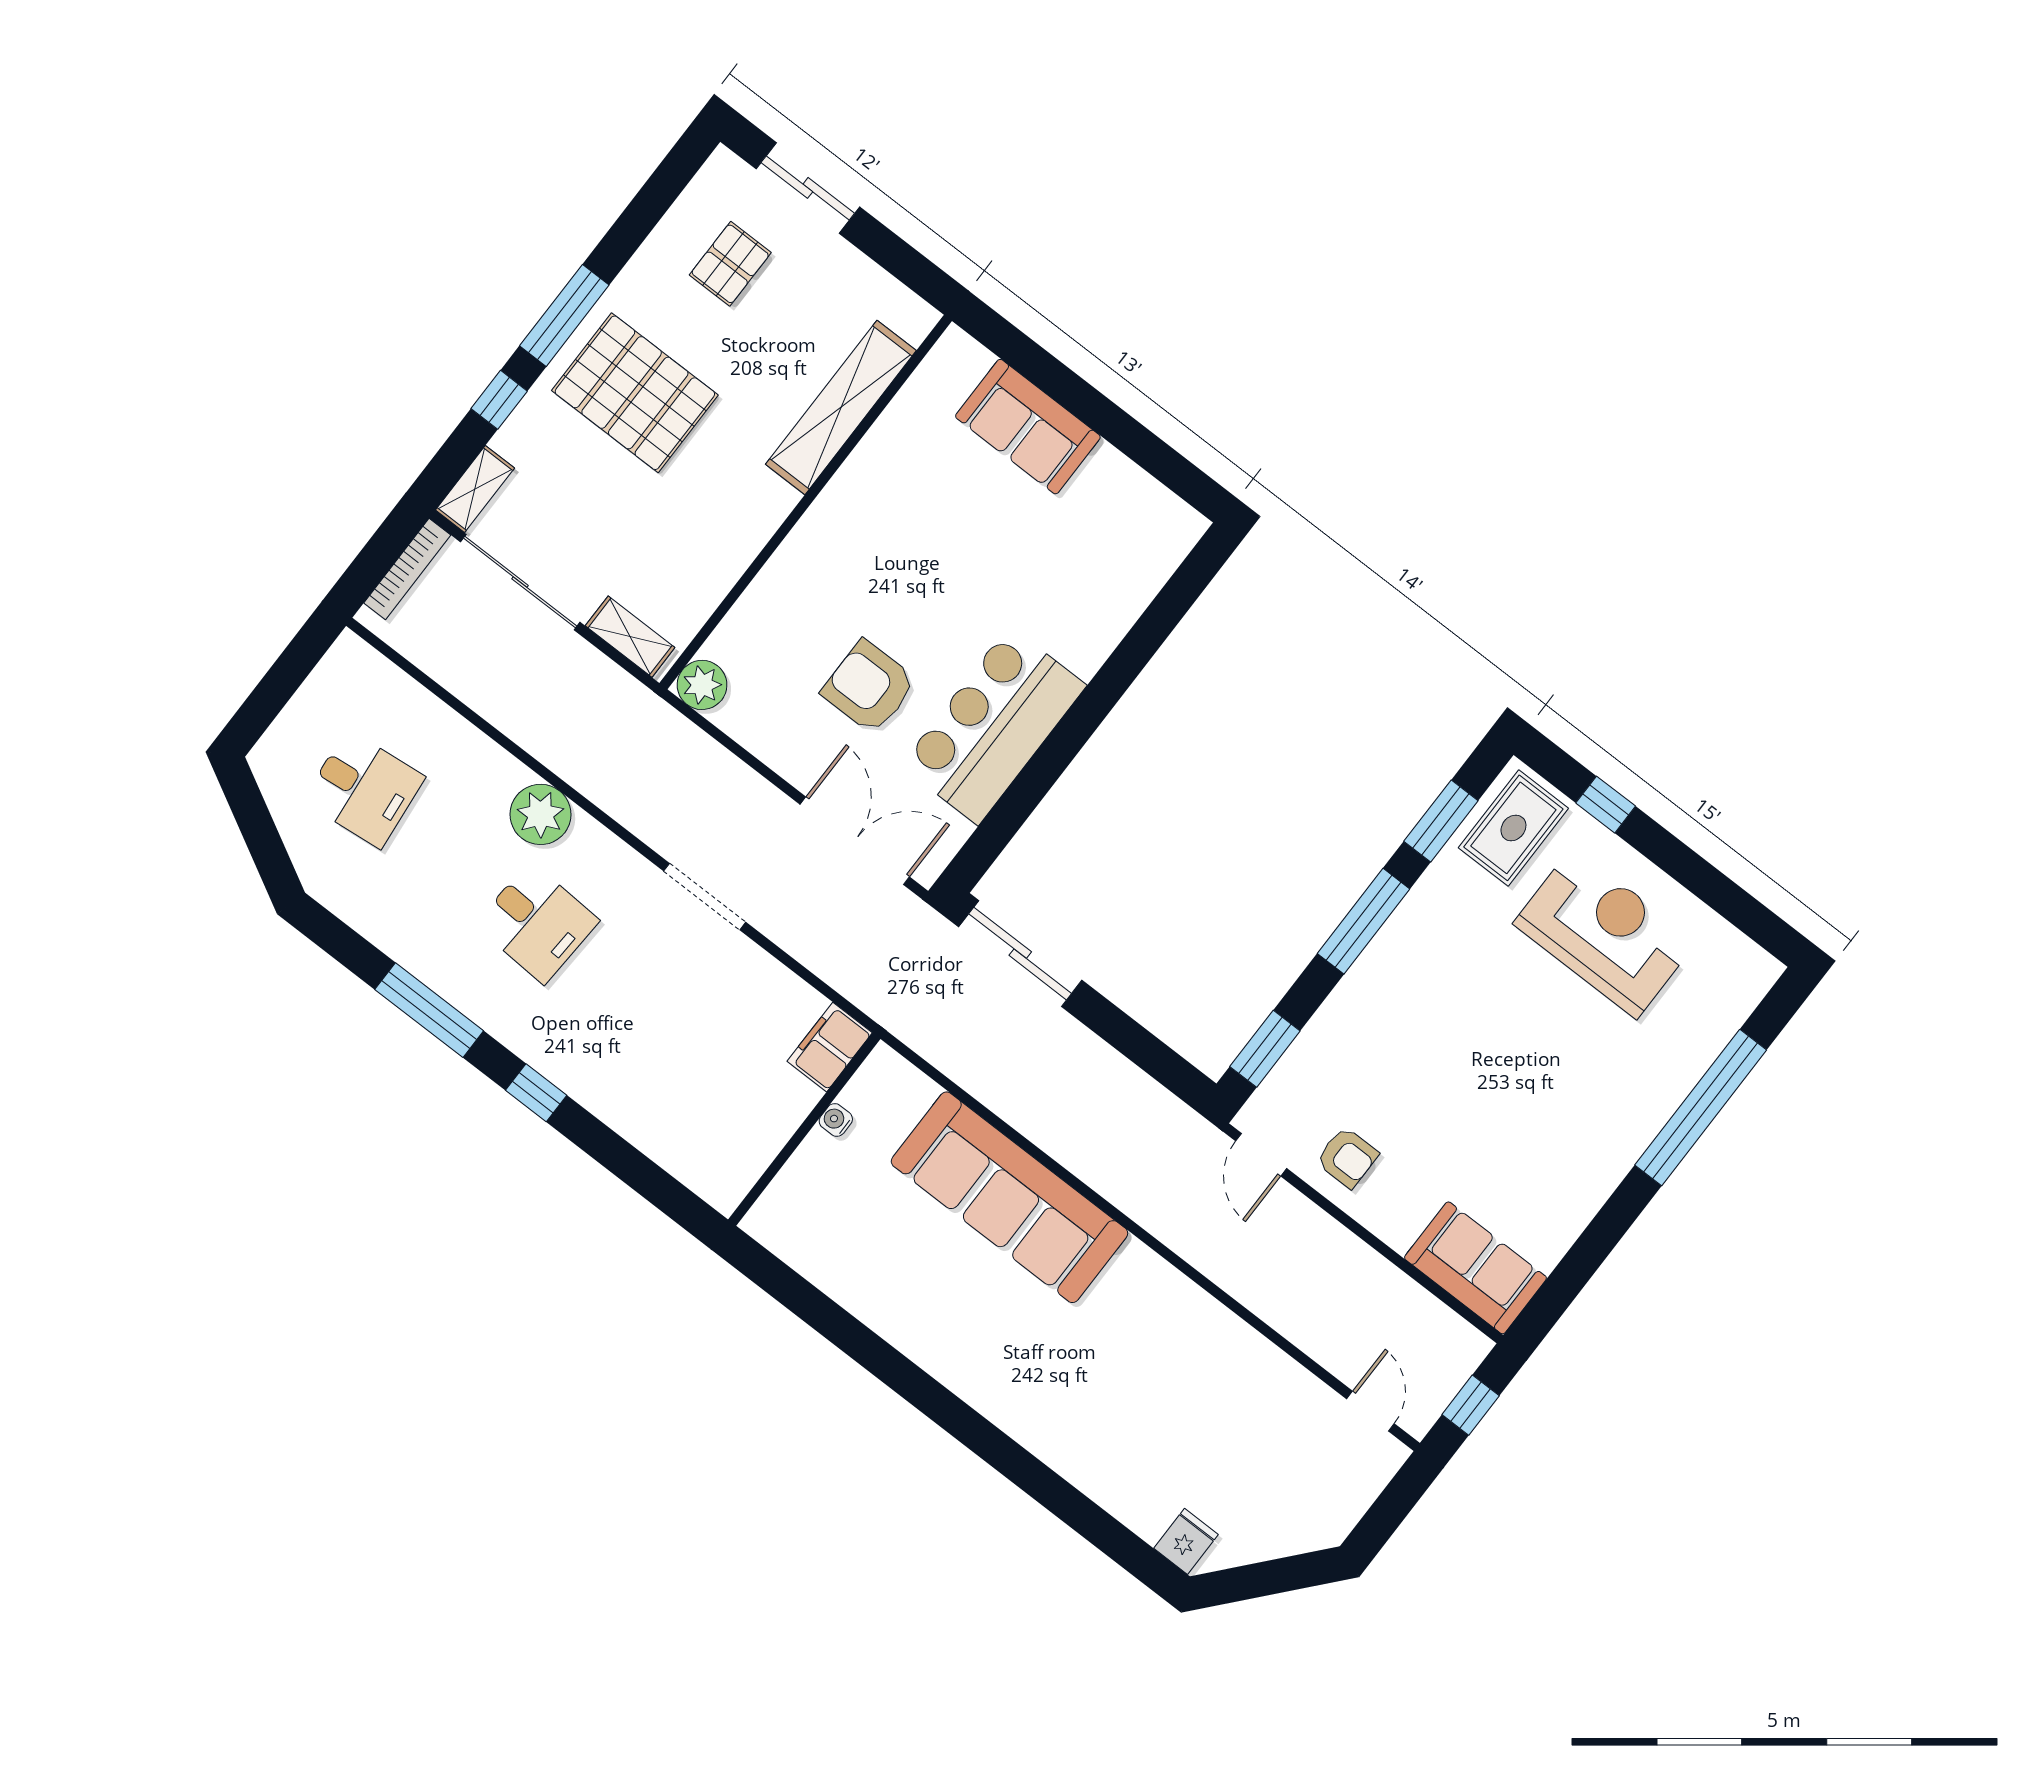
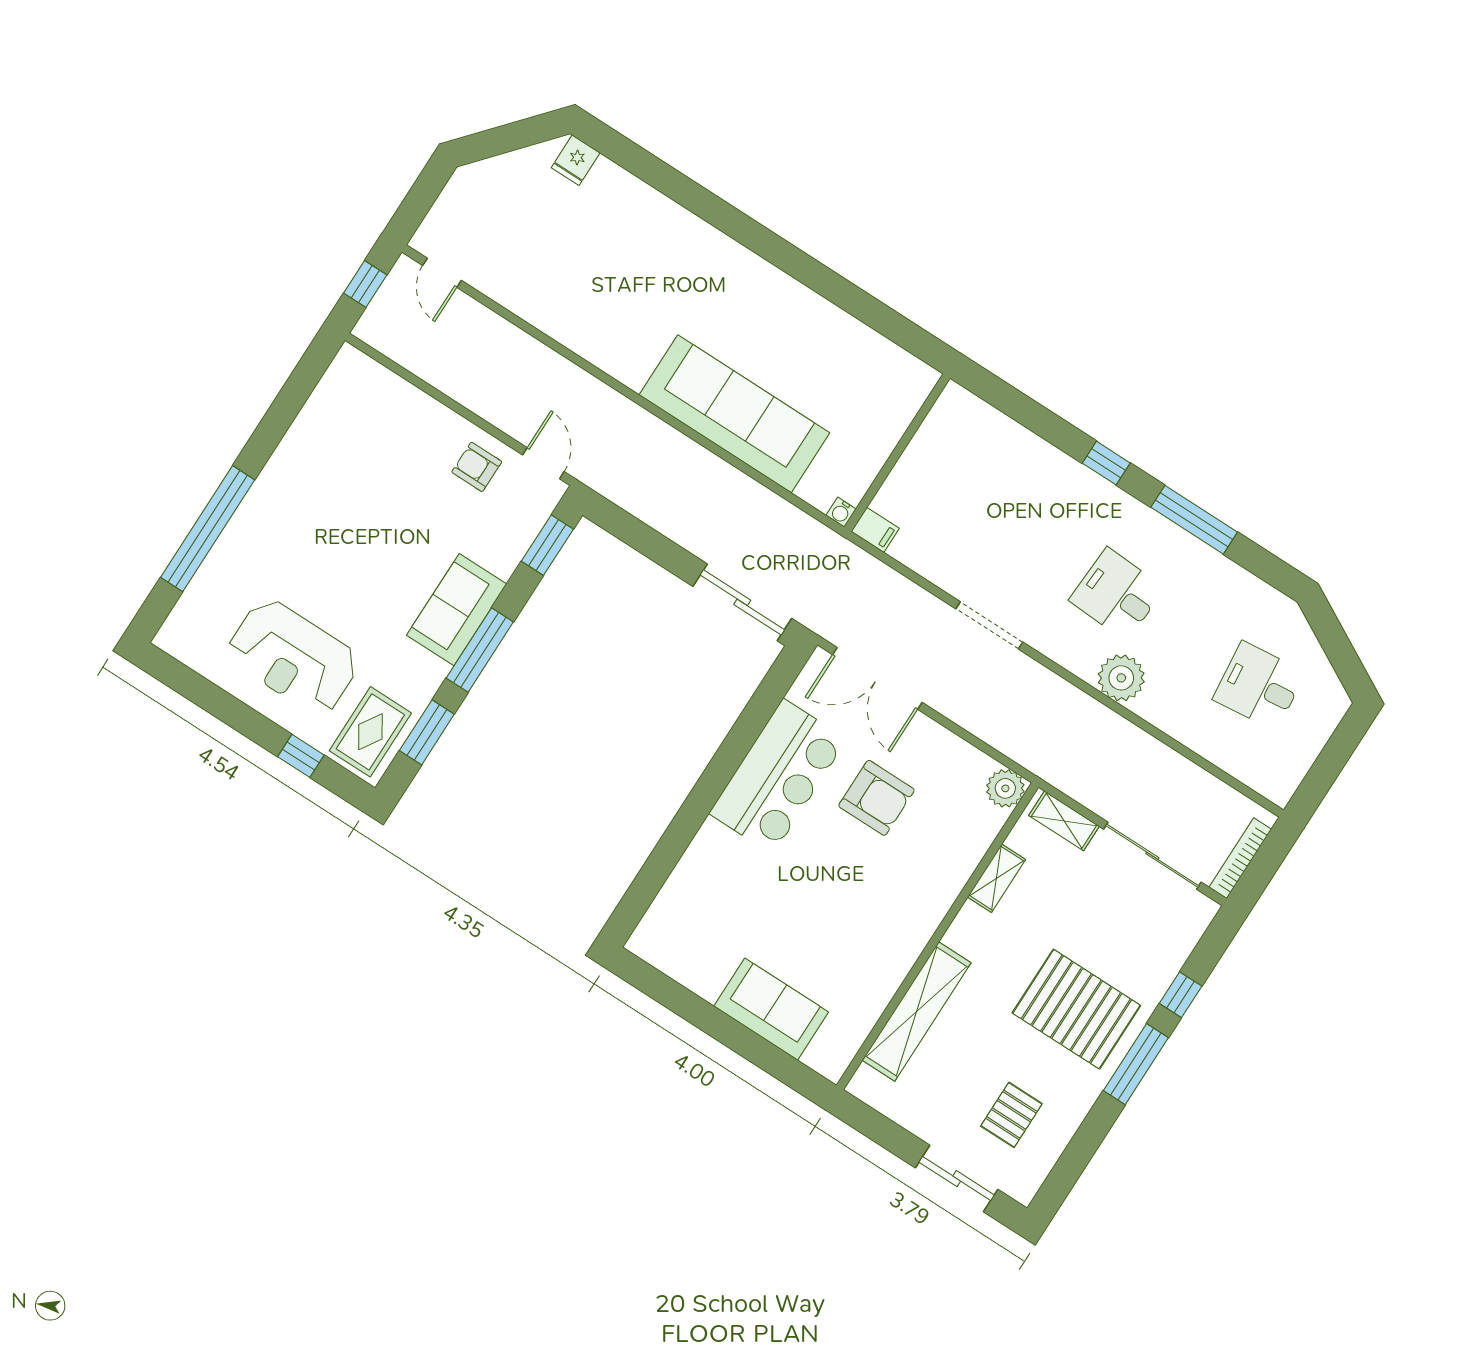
shelving: (475, 489) -> (997, 878), moved
filing cabinet: (830, 1047) -> (875, 530), width x0.50
water cooler: (836, 1120) -> (841, 512), moved, turned 90
sofa: (1475, 1268) -> (457, 610), moved, turned 90

